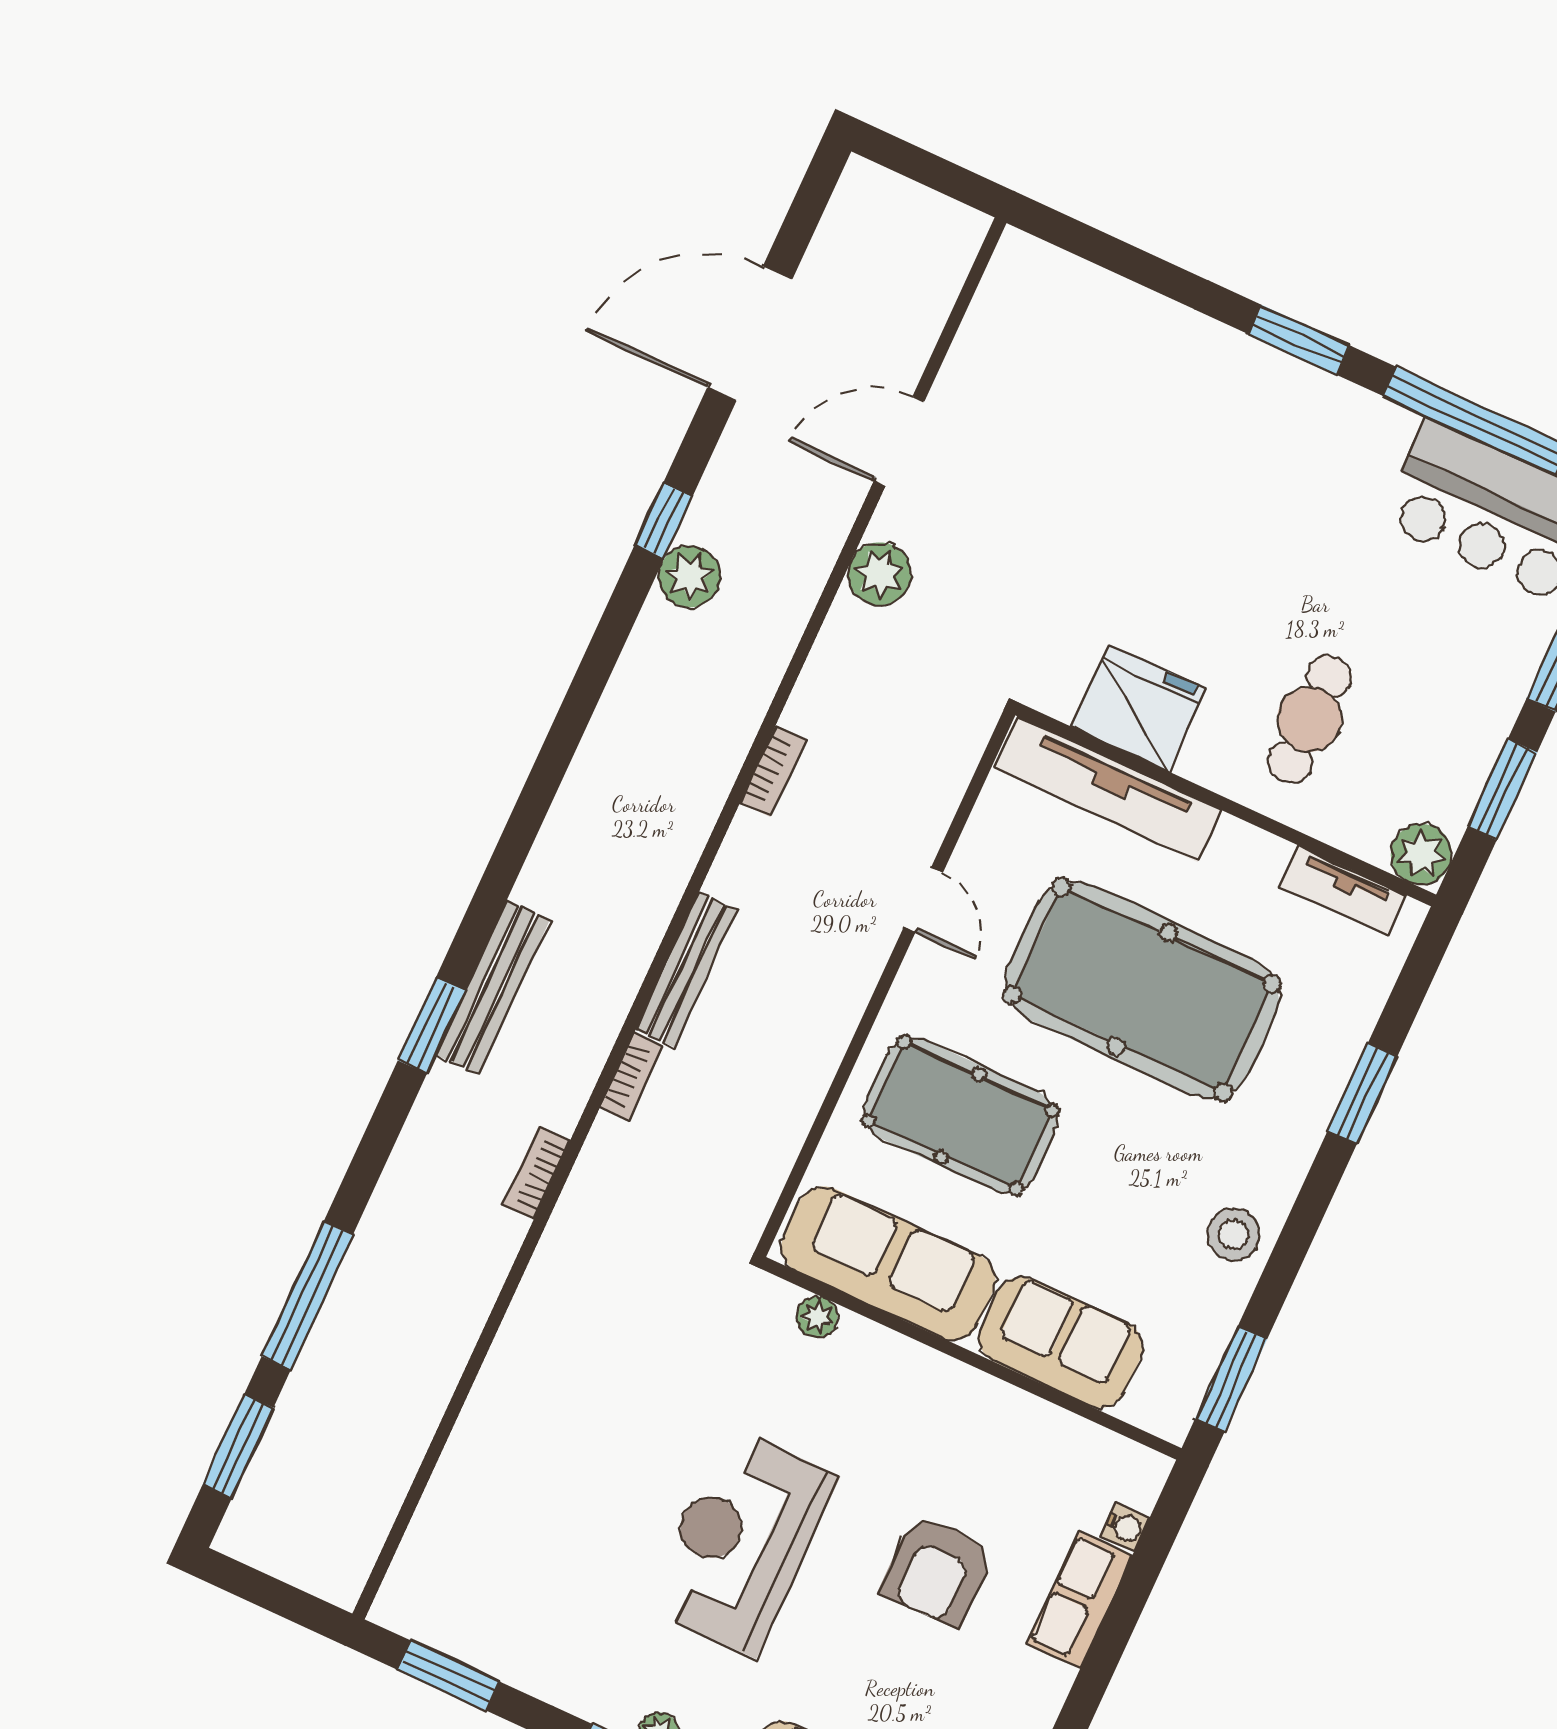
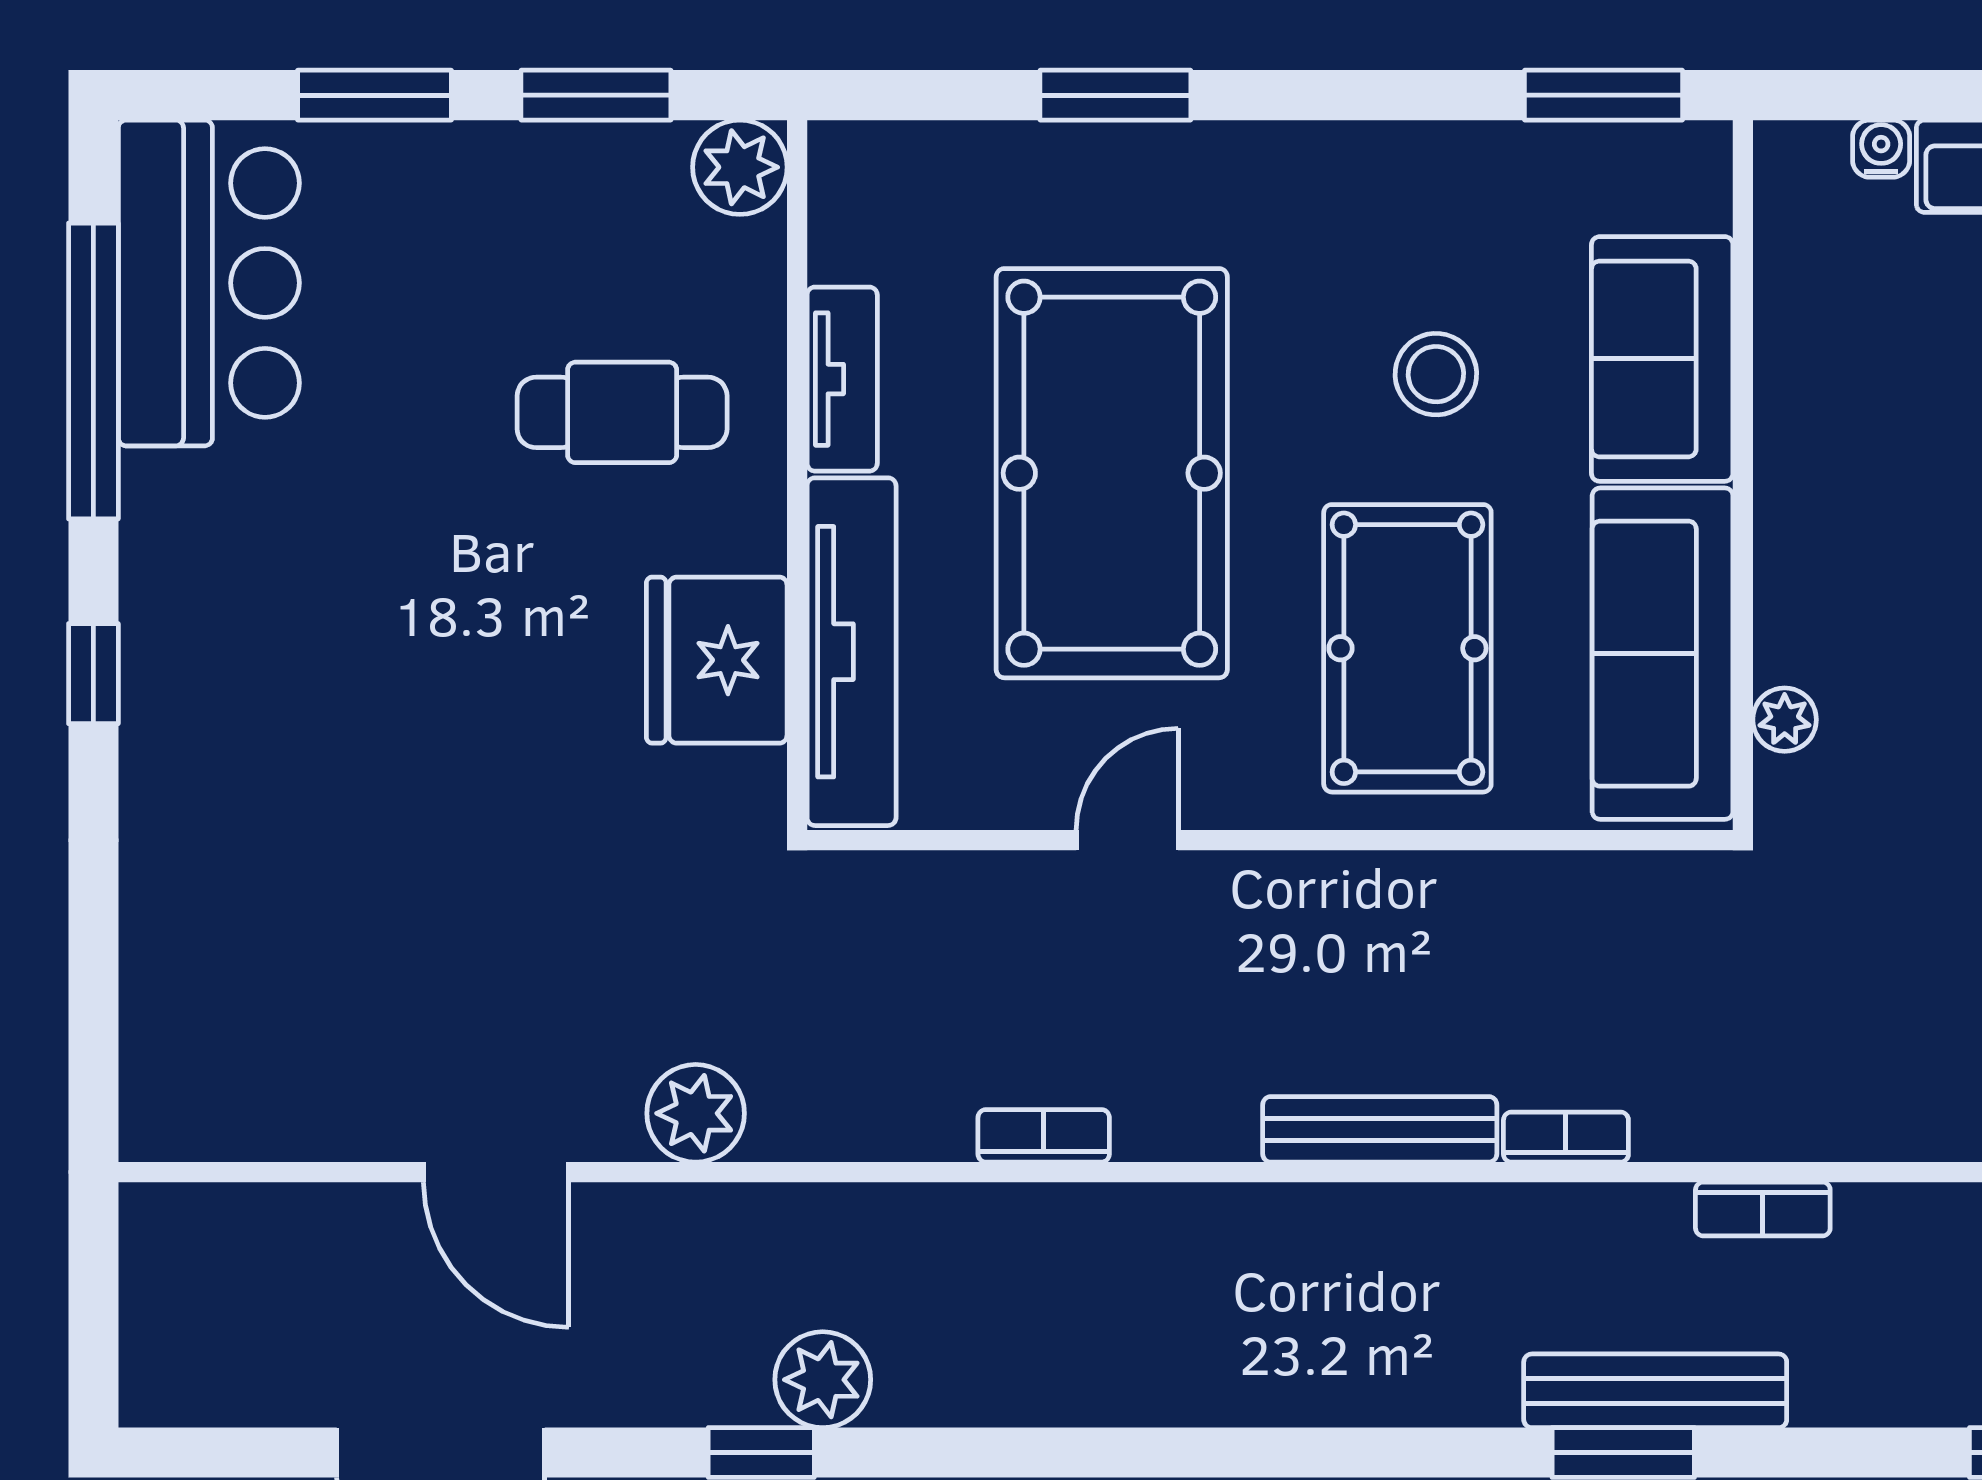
window: (1299, 340) -> (93, 674), width x0.67
tv unit: (1342, 891) -> (842, 379), moved
bench: (493, 988) -> (1655, 1391), moved
stool: (1234, 1234) -> (1436, 374), moved

